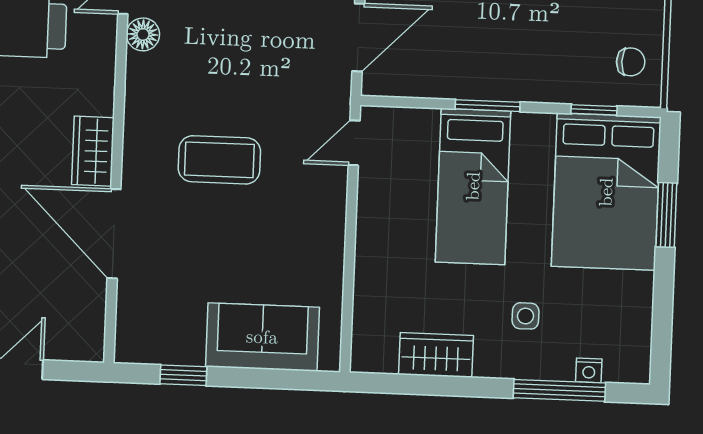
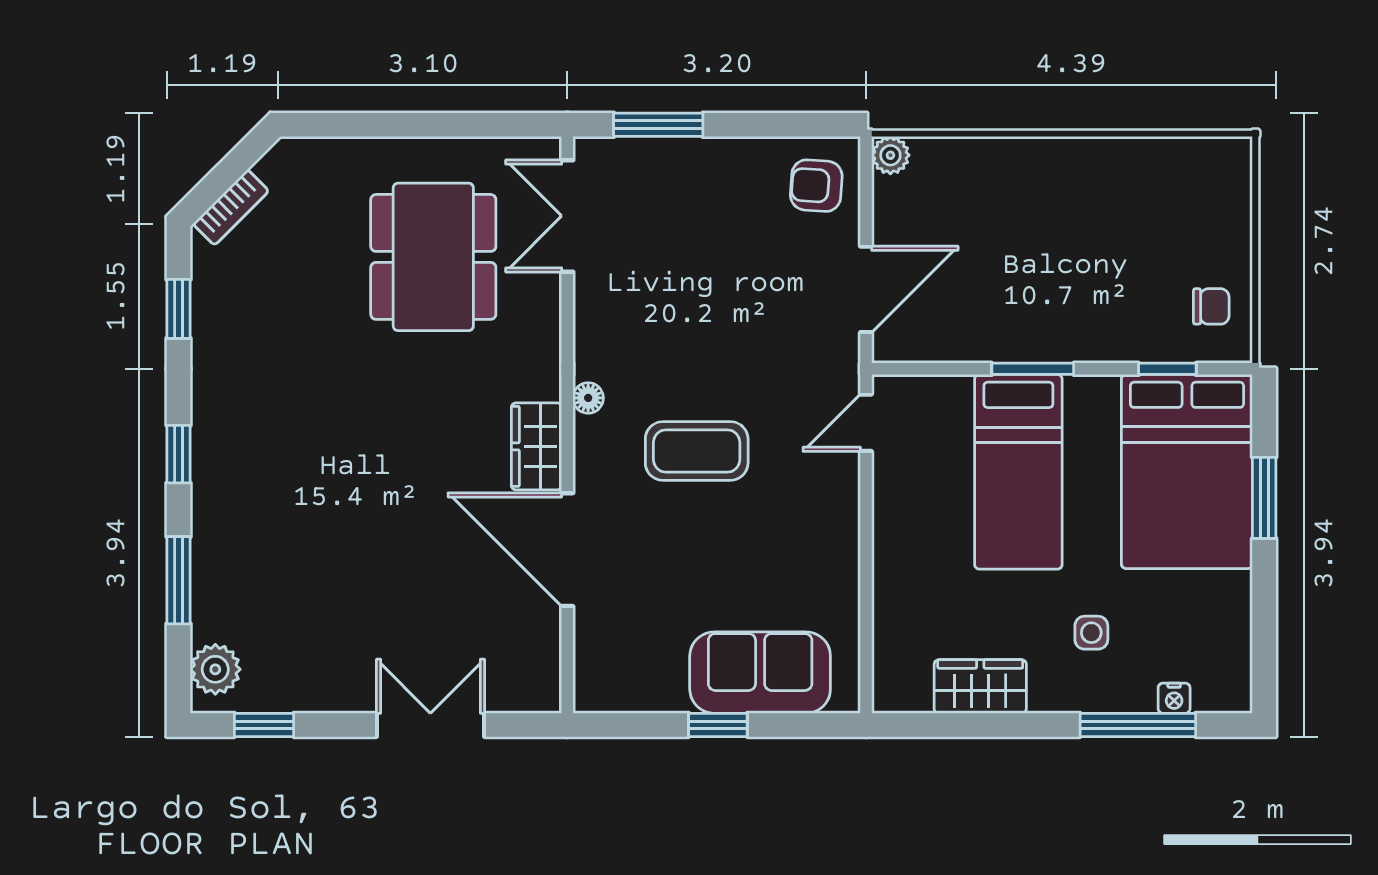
floor lamp: (143, 34) -> (588, 398), moved, width x0.73, depth x0.73
window: (183, 375) -> (718, 725), moved

